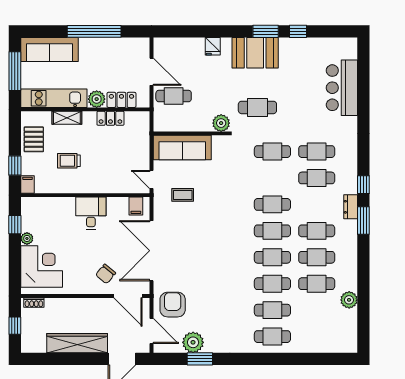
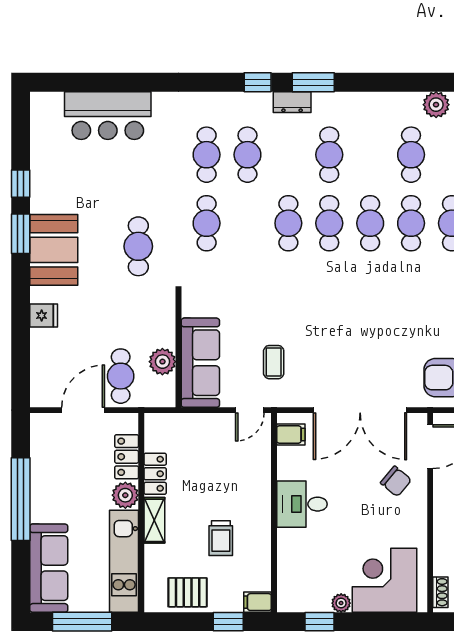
shelving: (67, 118) -> (154, 520), moved
plant: (221, 123) -> (162, 362), moved
cafe table: (317, 257) -> (370, 155), removed

